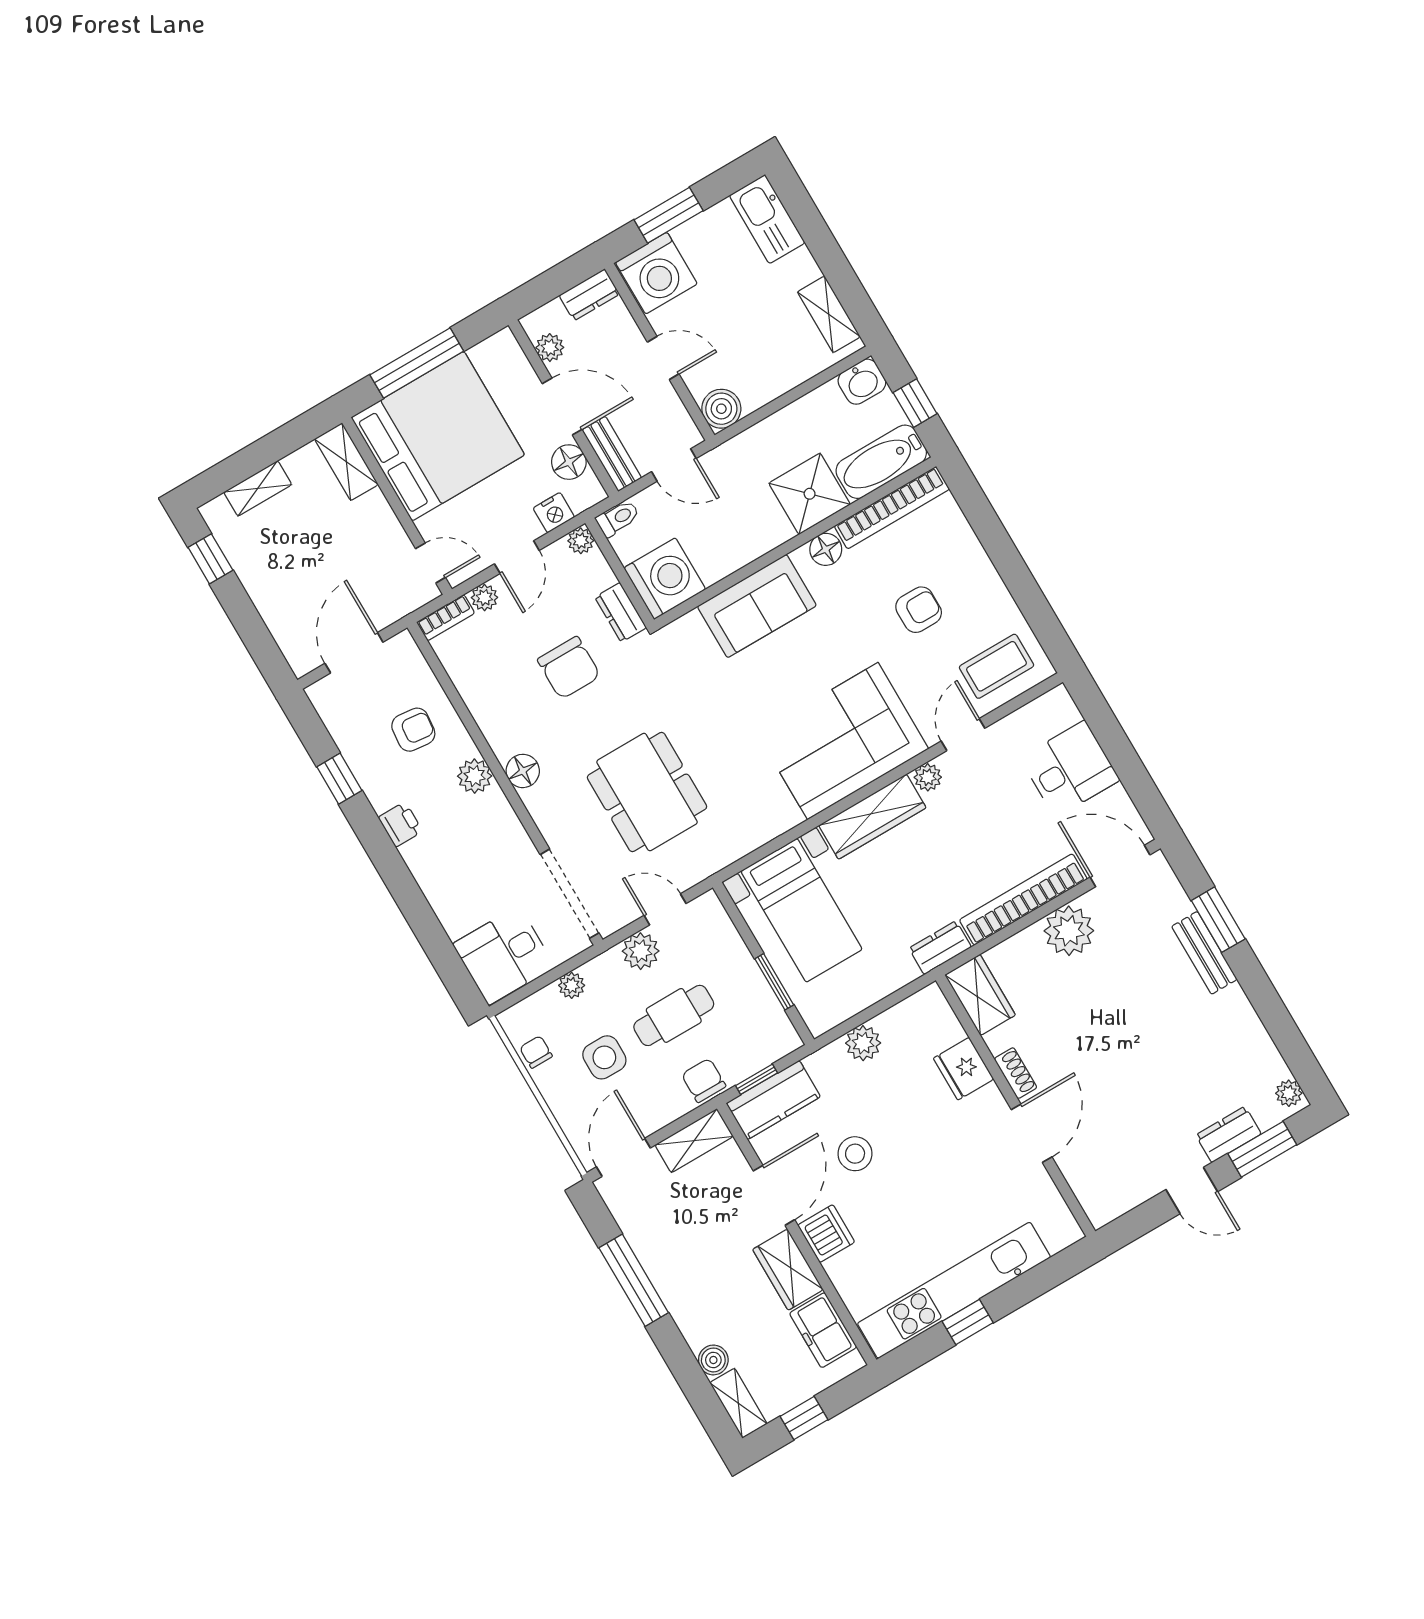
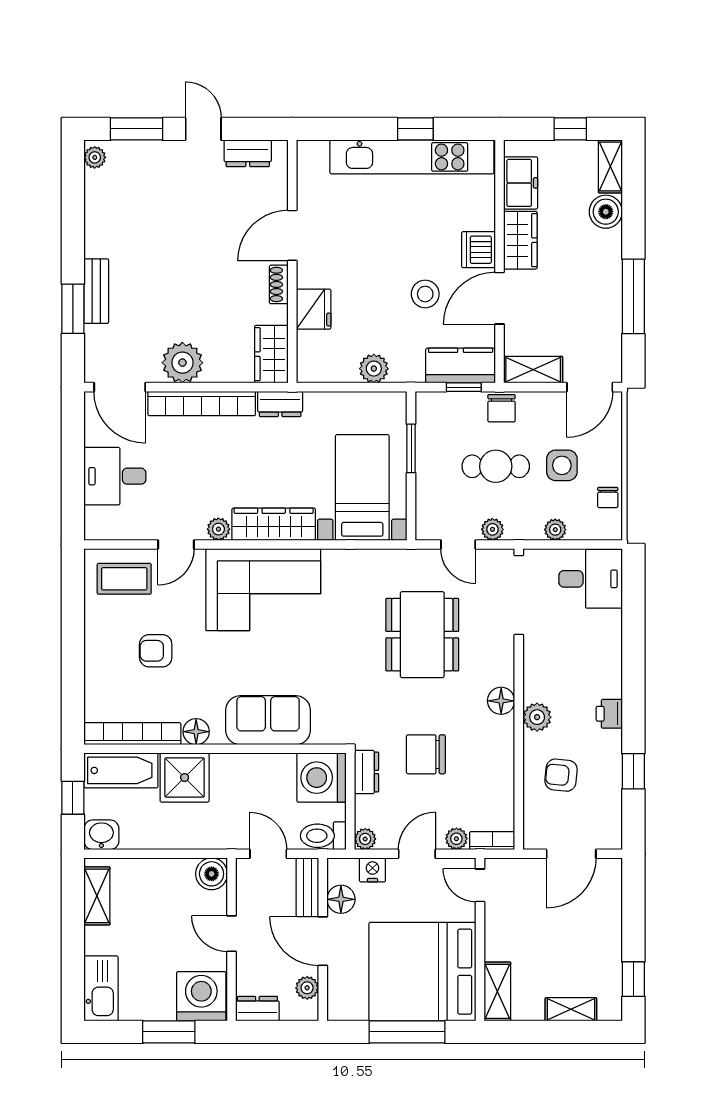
toilet: (618, 518) -> (323, 836), width x1.37, depth x1.39
chair: (569, 668) -> (426, 754), turned -90
plant: (641, 951) -> (492, 529), width x0.73, depth x0.73
dresser: (1228, 1134) -> (248, 153), moved
boiler: (713, 1360) -> (606, 212), width x1.36, depth x1.36

